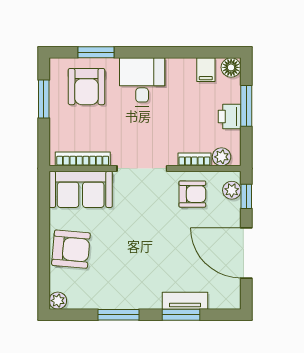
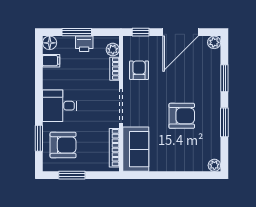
plant: (232, 190) -> (214, 42), moved
armchair: (71, 249) -> (182, 116), moved, turned 85
tv unit: (185, 301) -> (214, 75), removed

